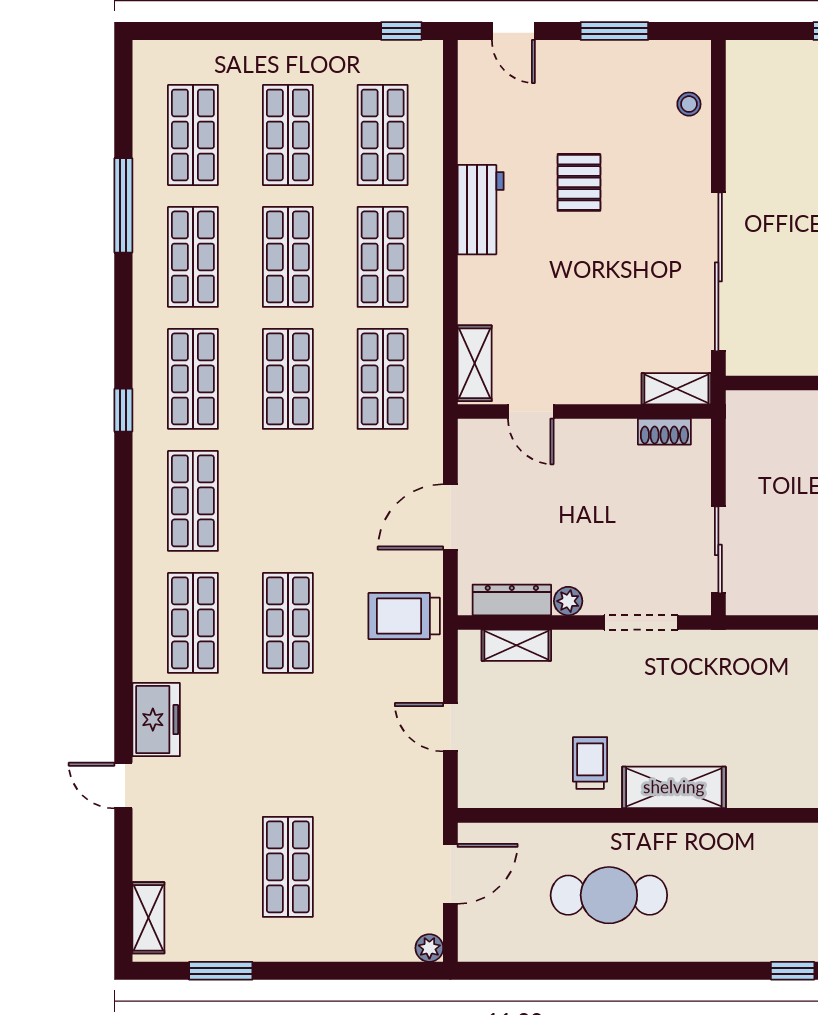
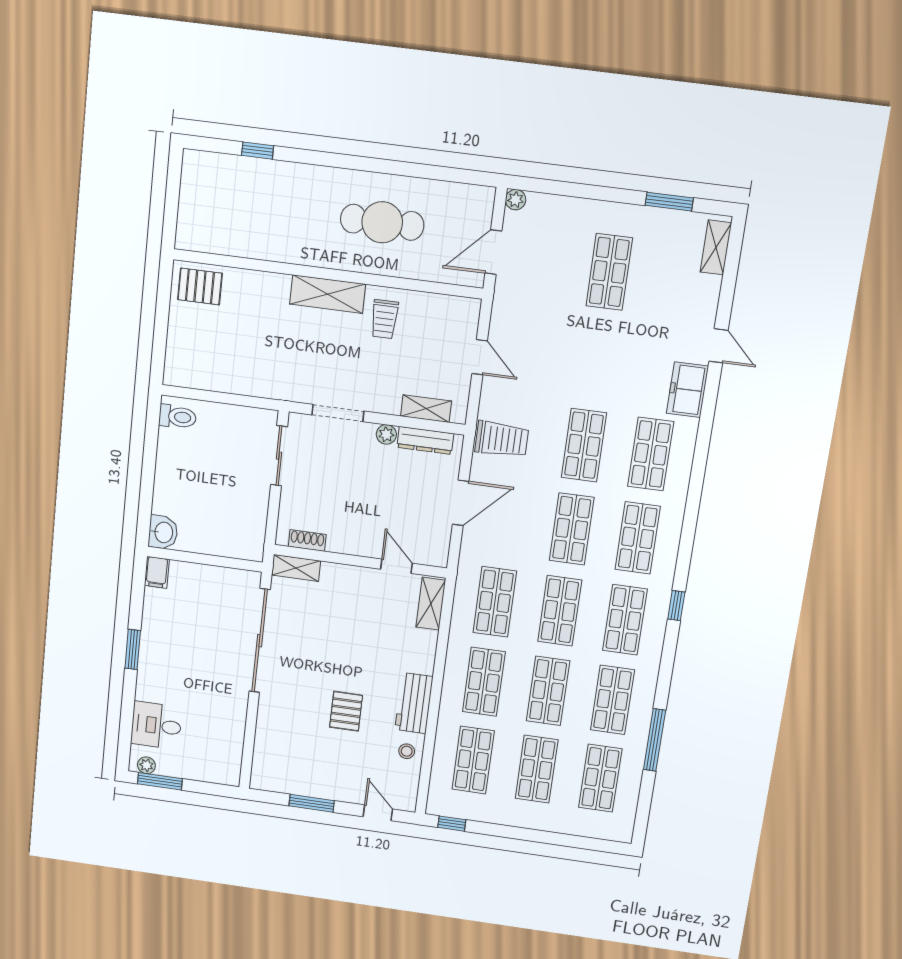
stool: (689, 104) -> (407, 751), moved
shop shelf: (288, 501) -> (572, 529), added

